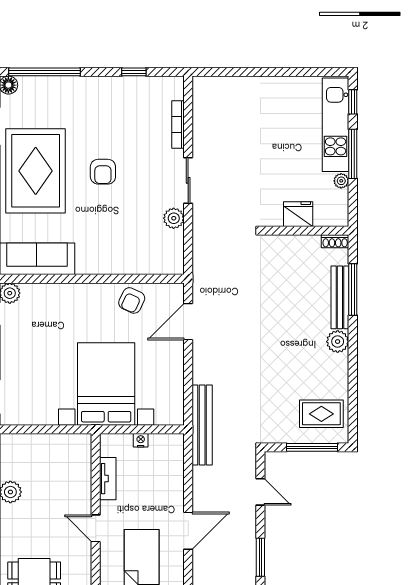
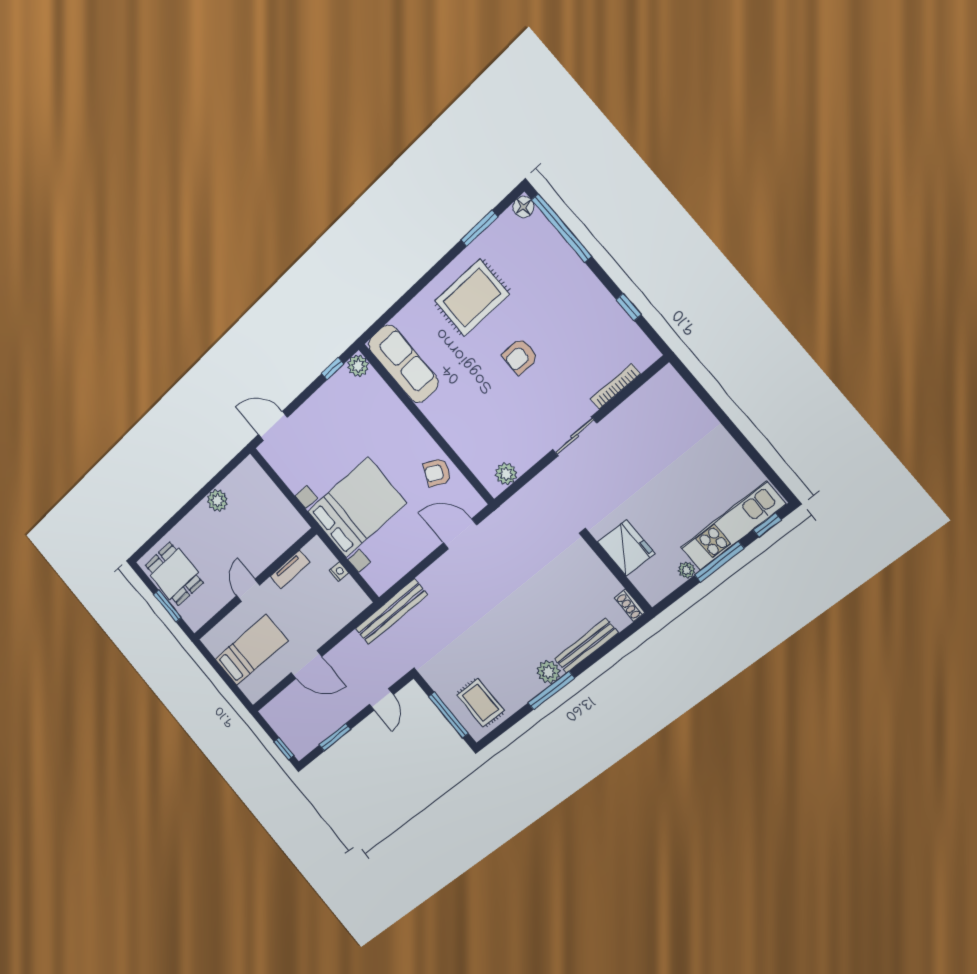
rug: (36, 171) -> (472, 298), width x0.73, depth x0.69
fridge: (298, 214) -> (626, 548), width x1.36, depth x1.34
plant: (174, 218) -> (506, 474), moved
window: (353, 289) -> (551, 691), moved

